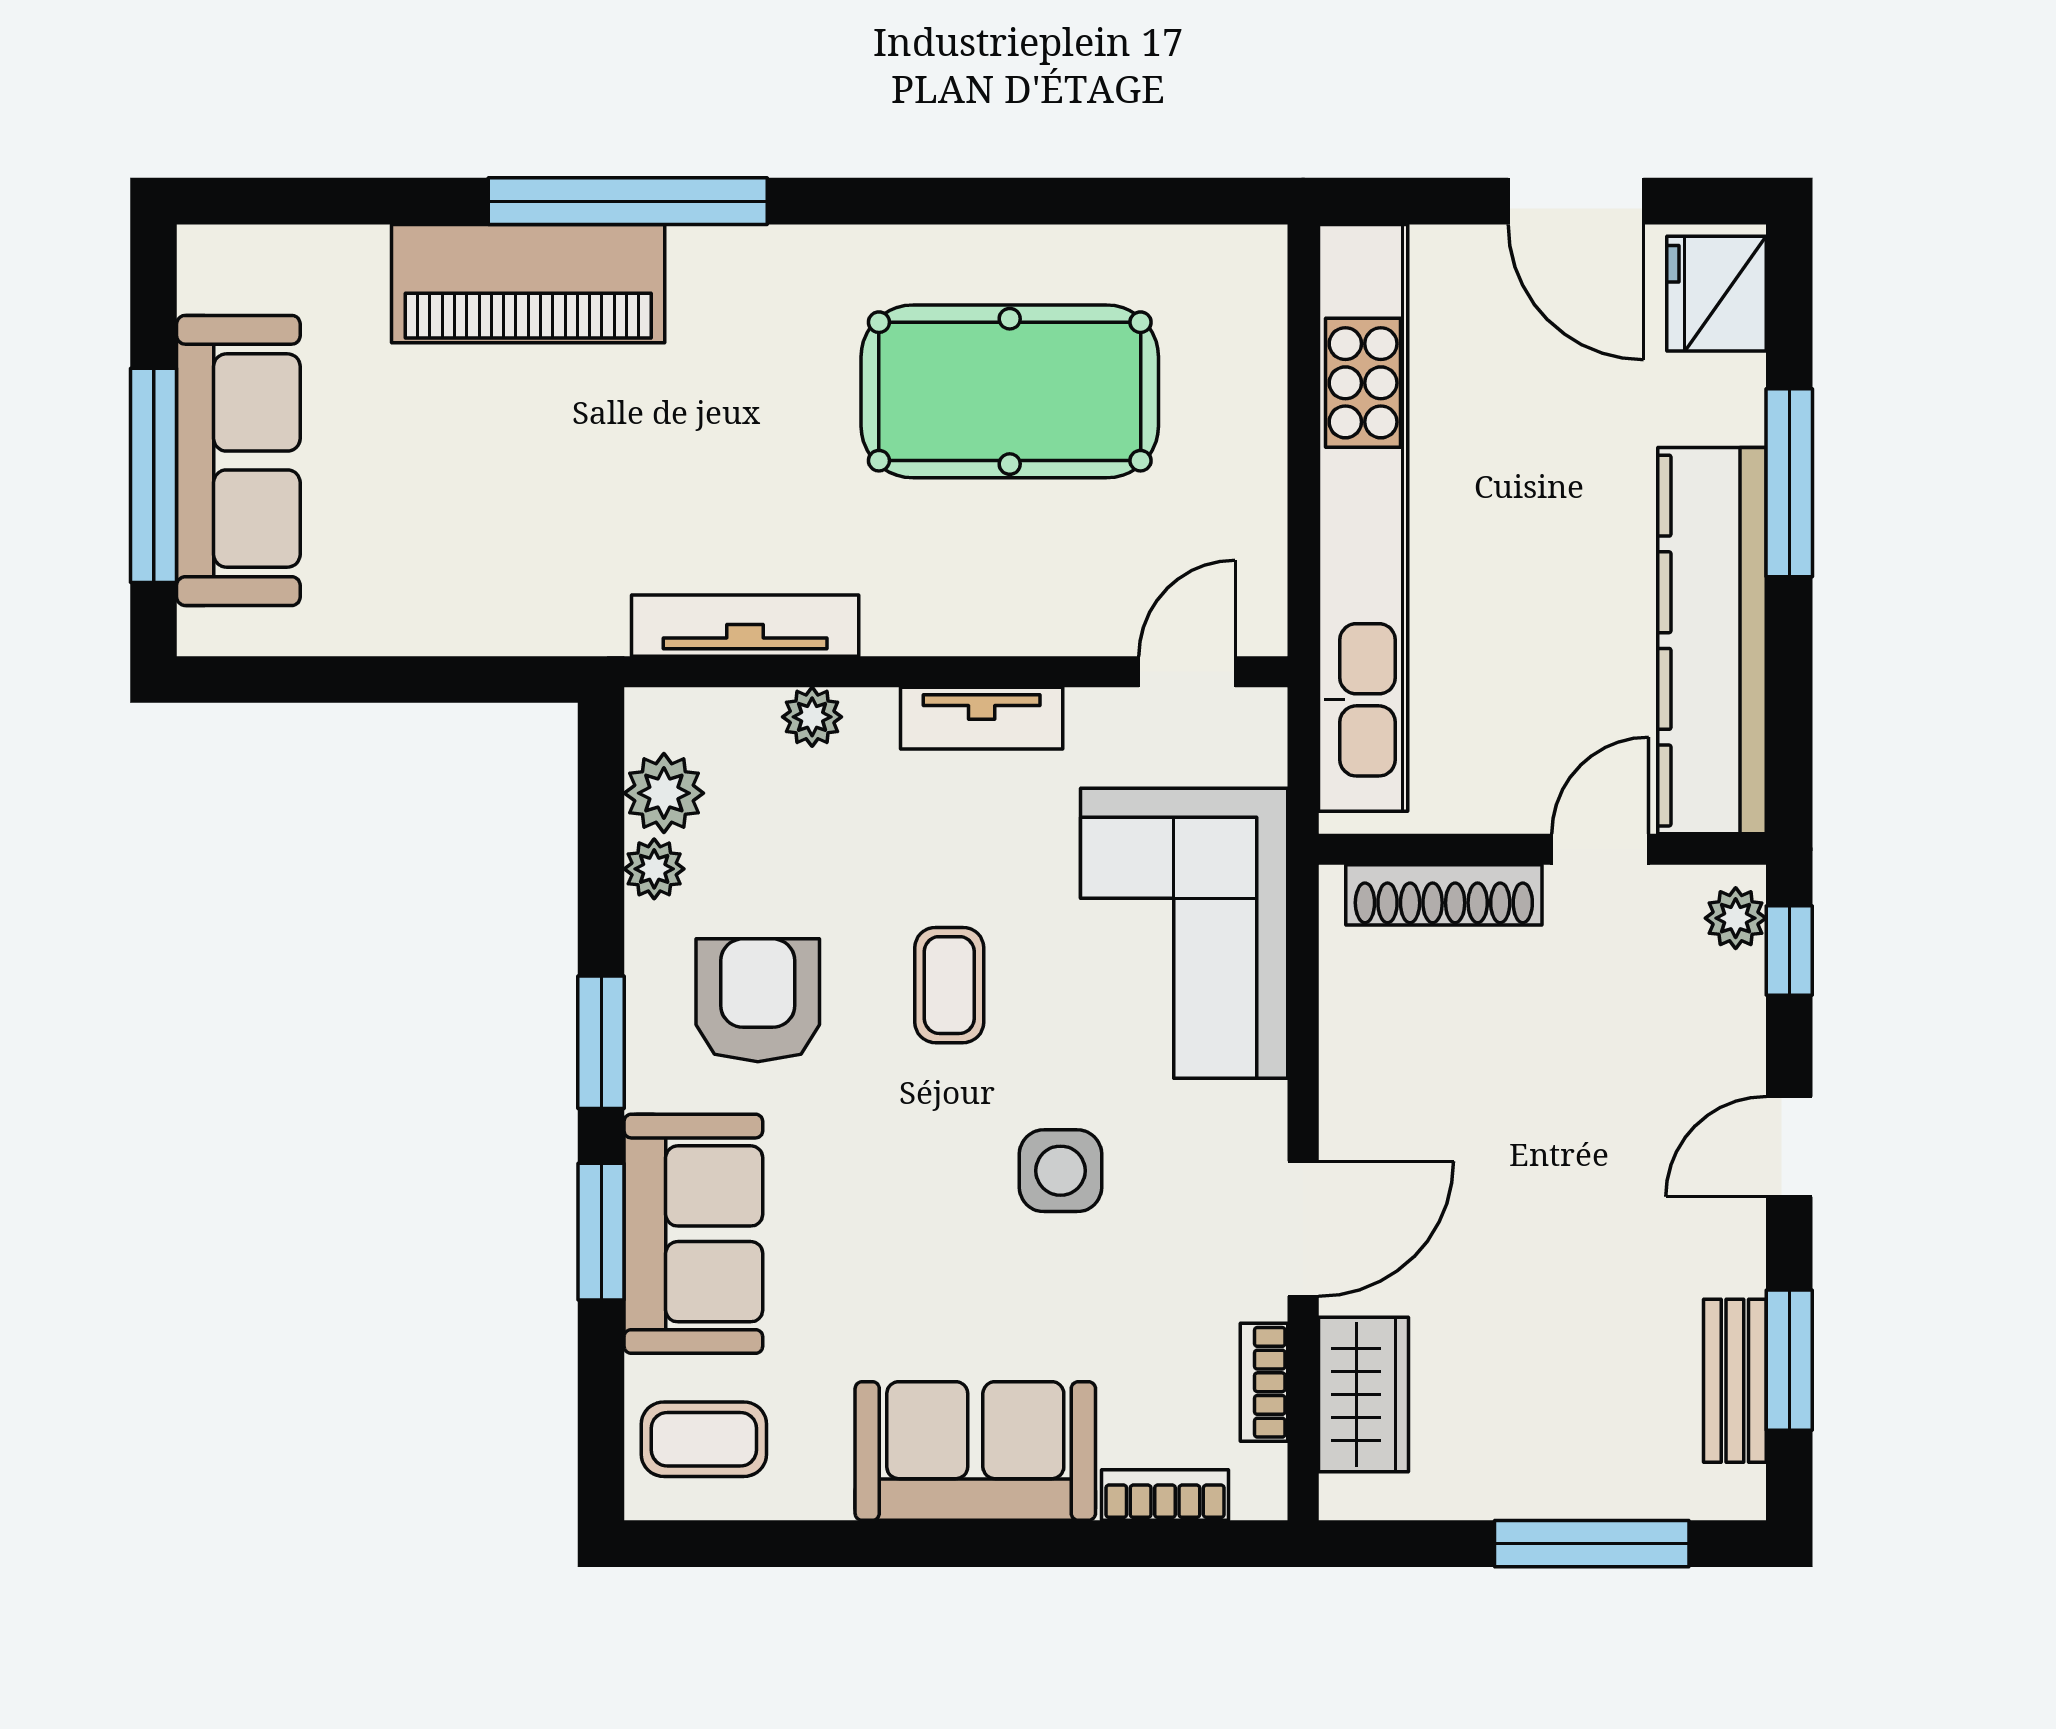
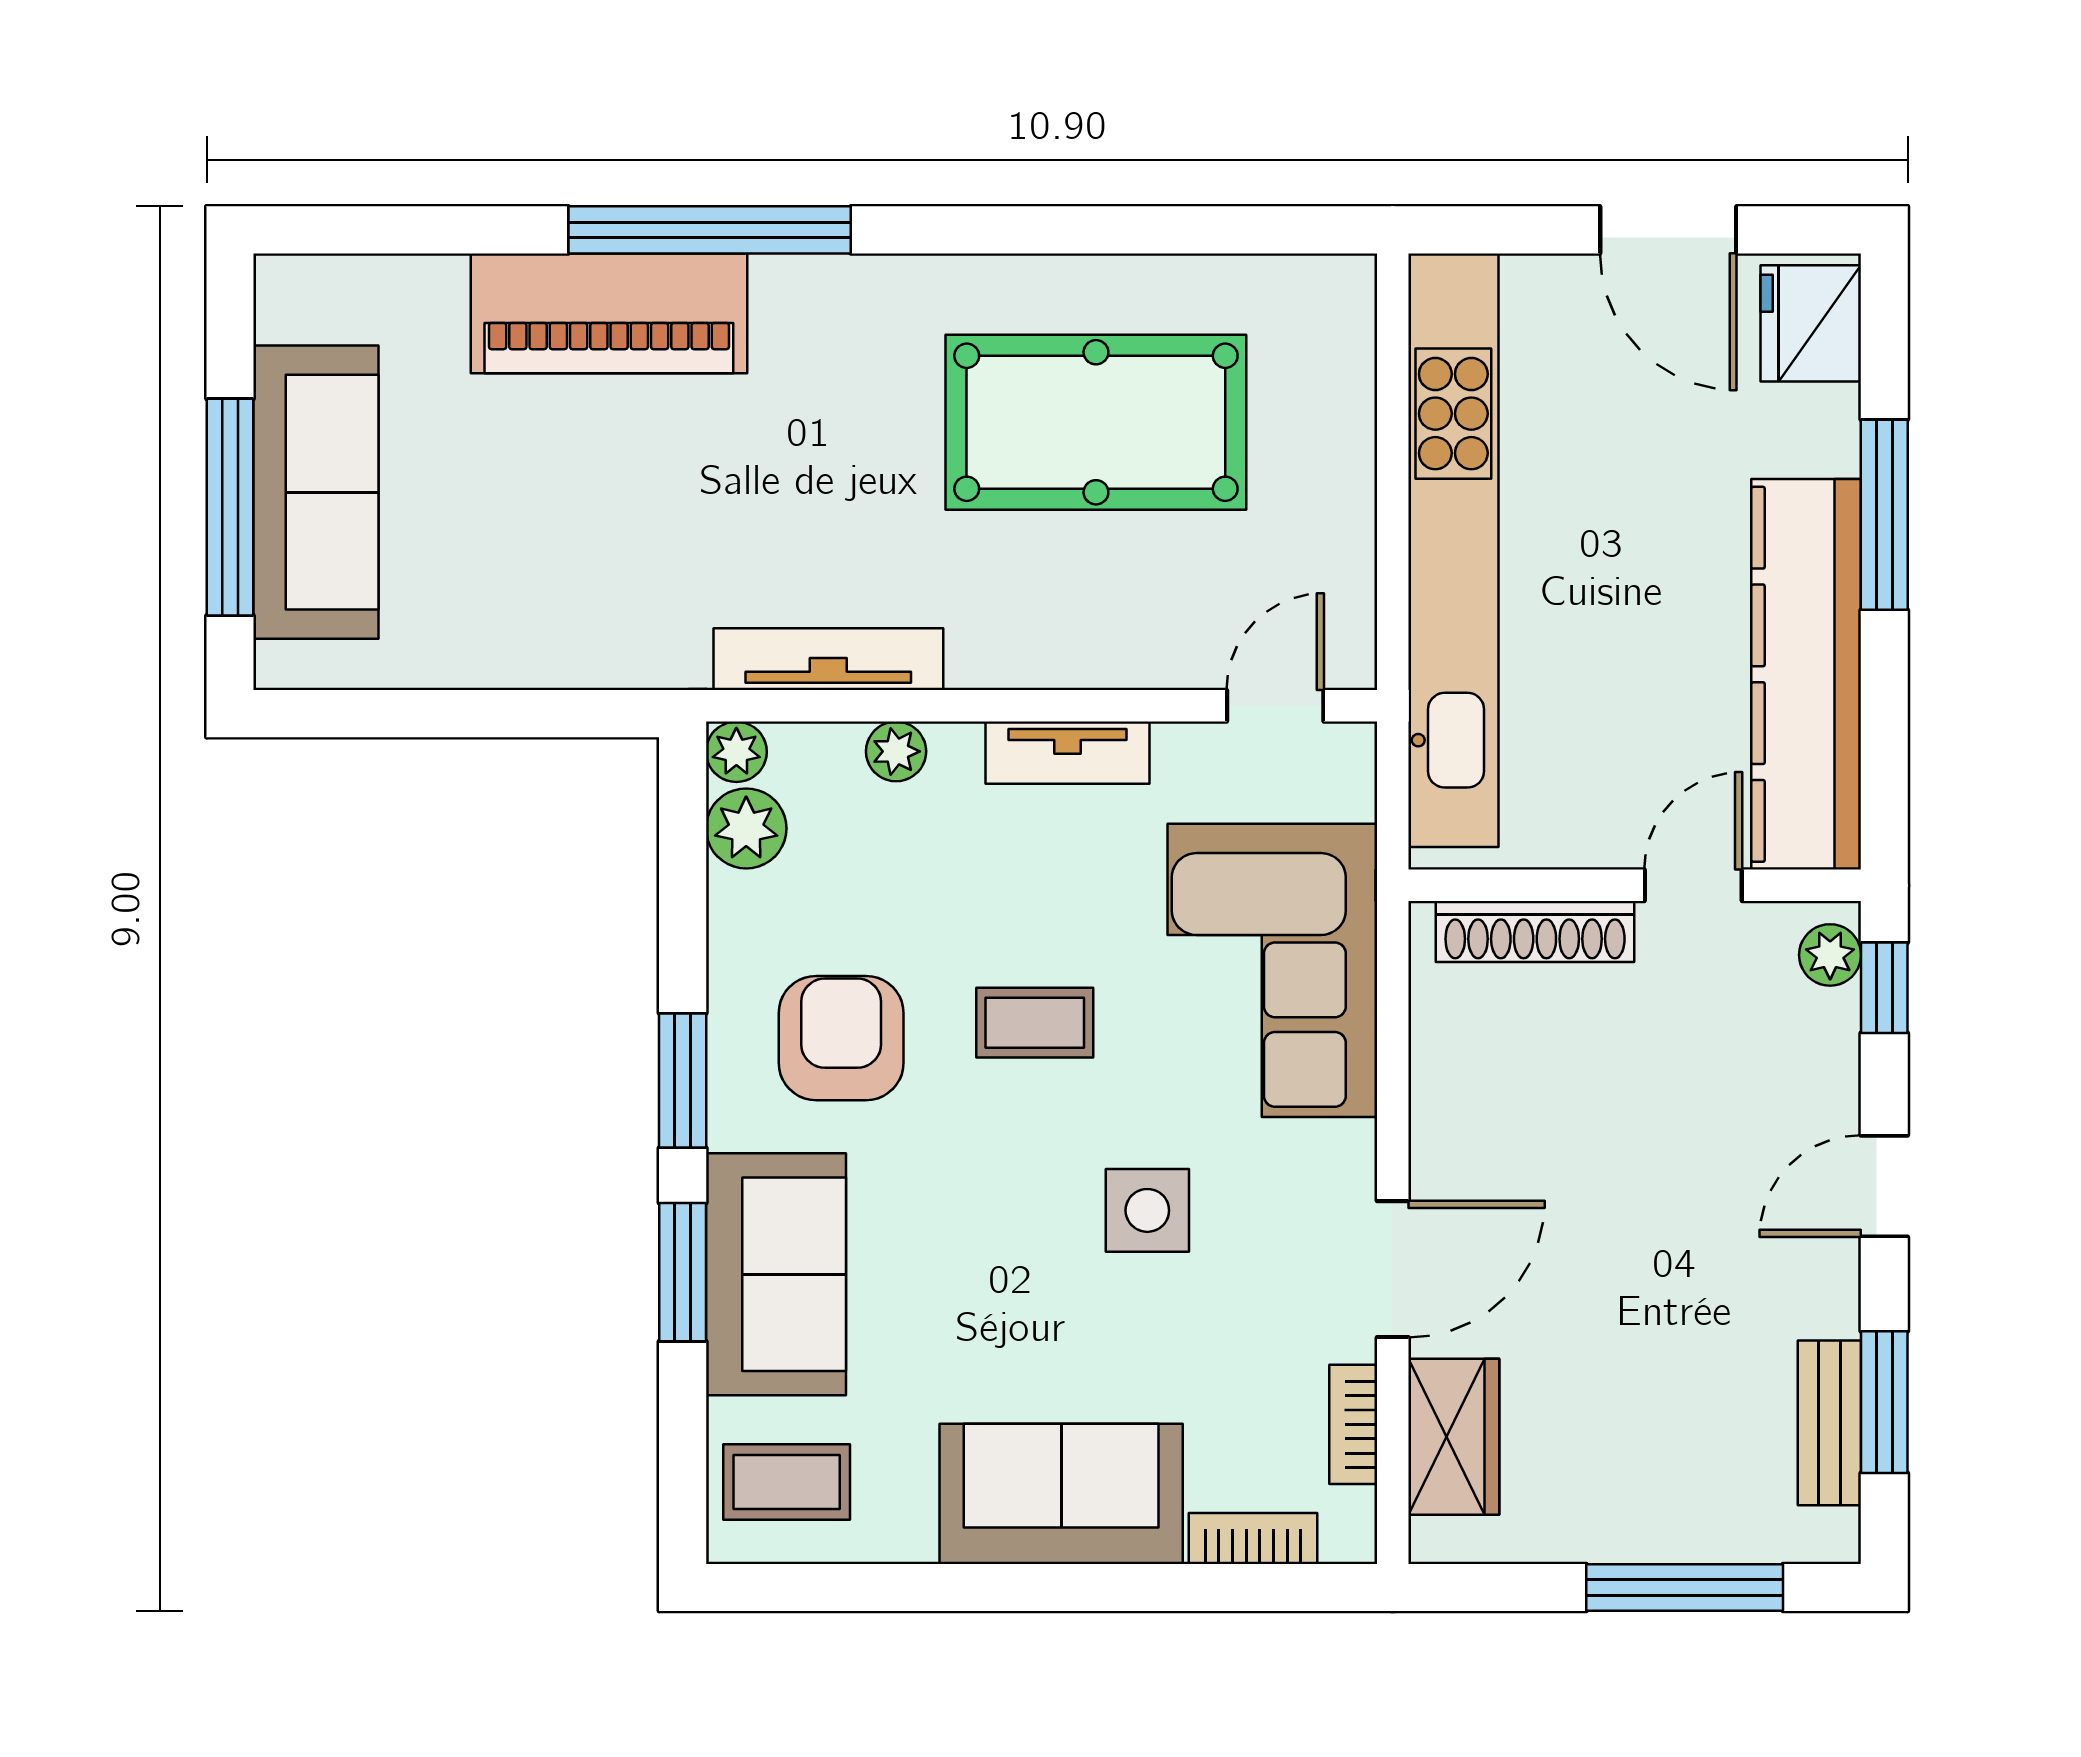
plant: (654, 869) -> (736, 752), moved
coffee table: (949, 985) -> (1035, 1023), turned 90

